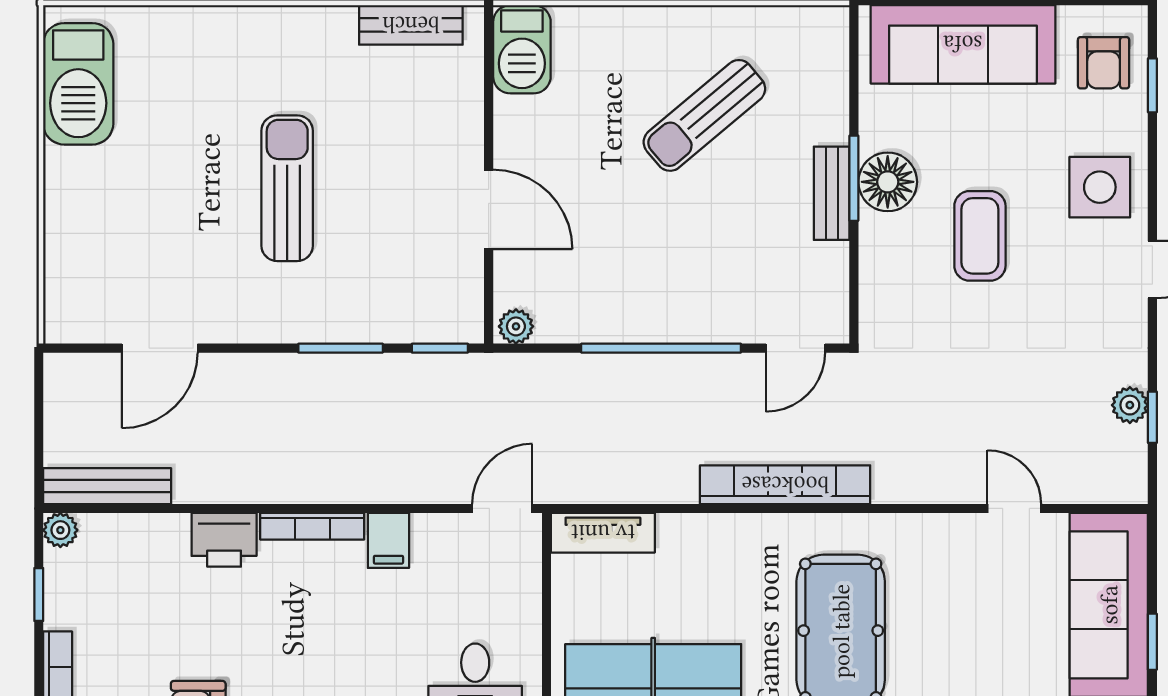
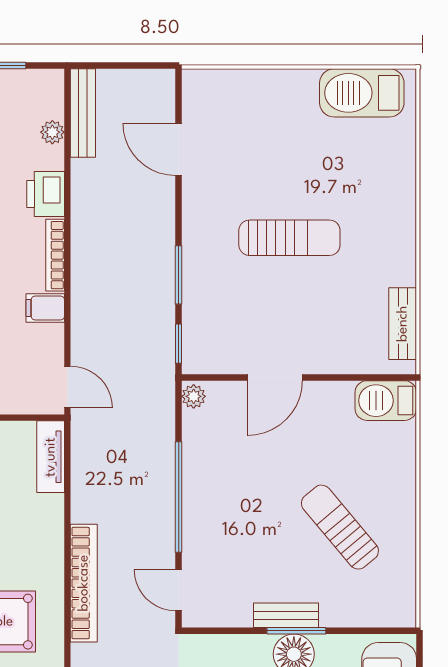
plant: (60, 530) -> (52, 132), moved

